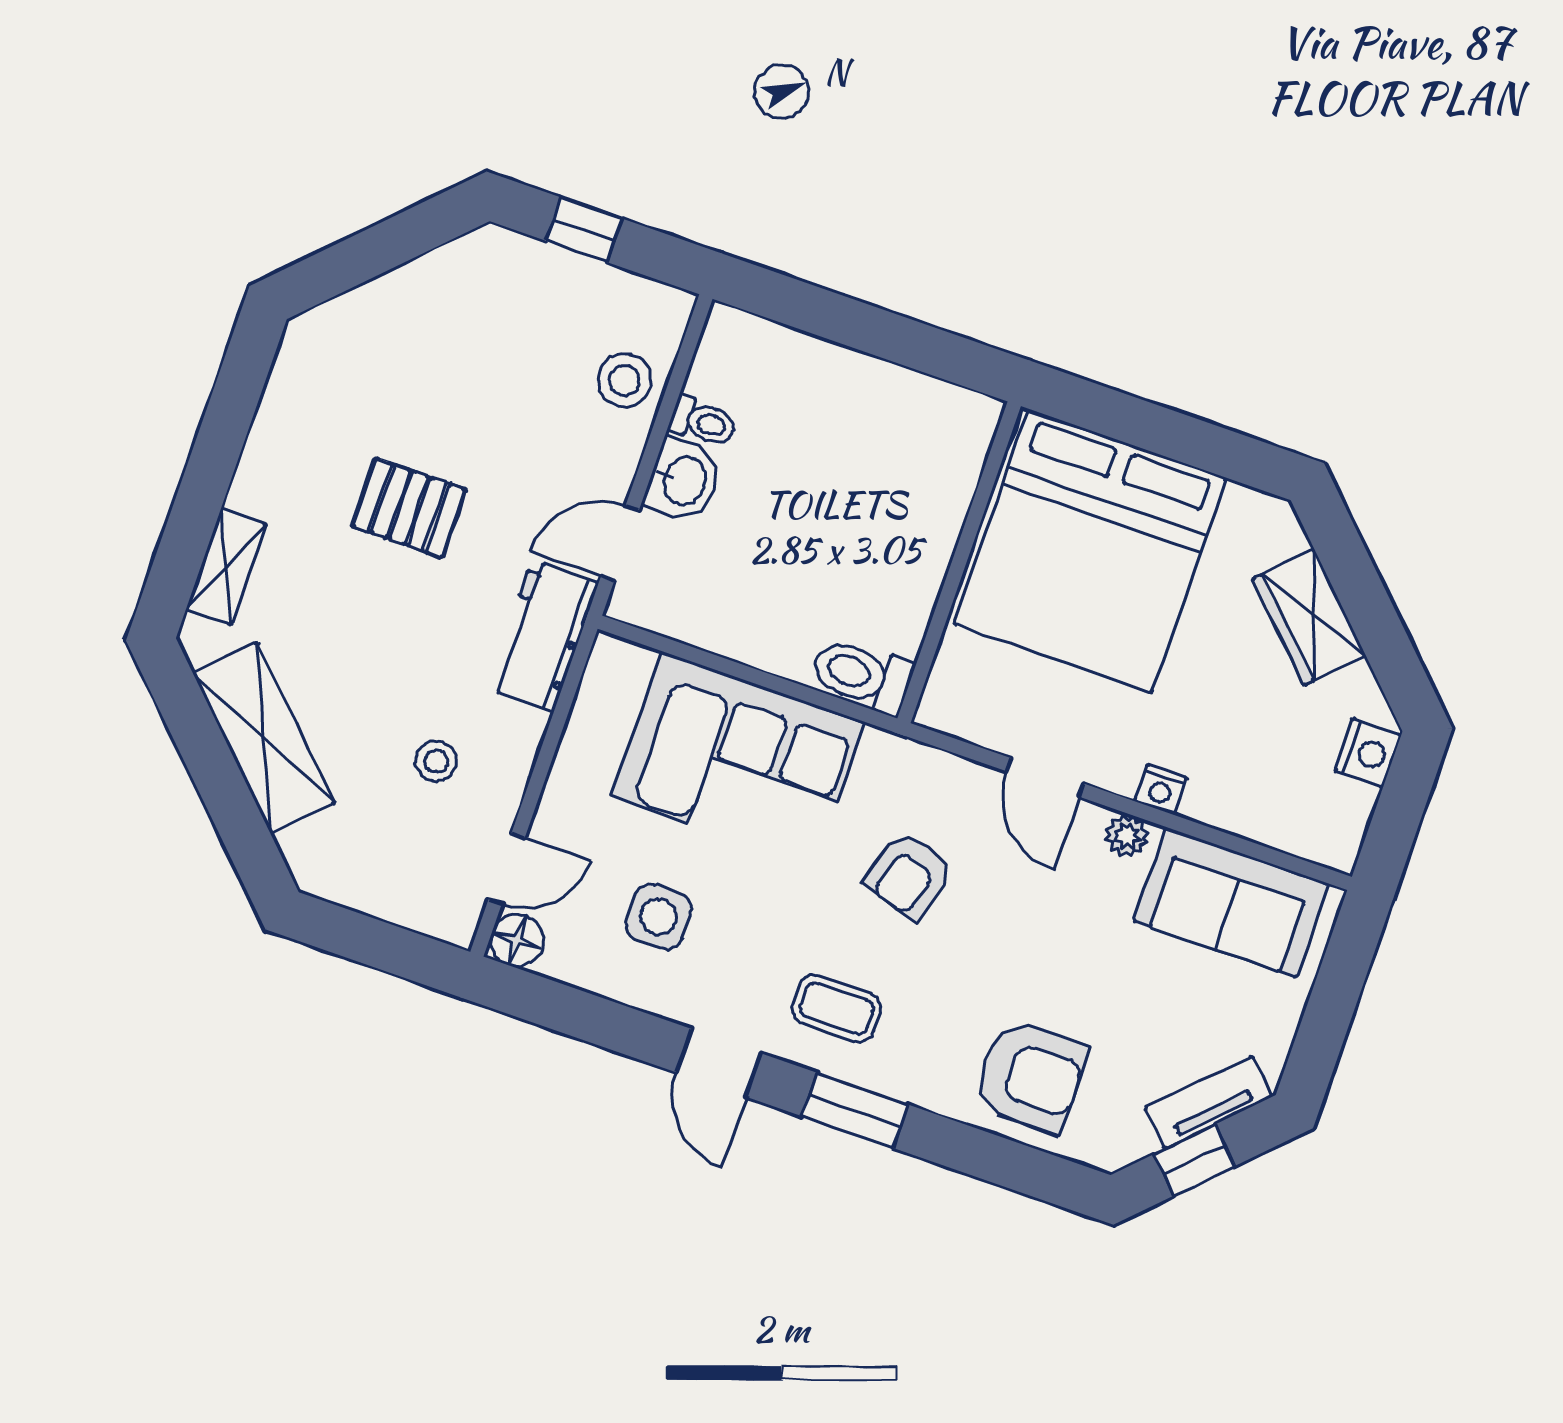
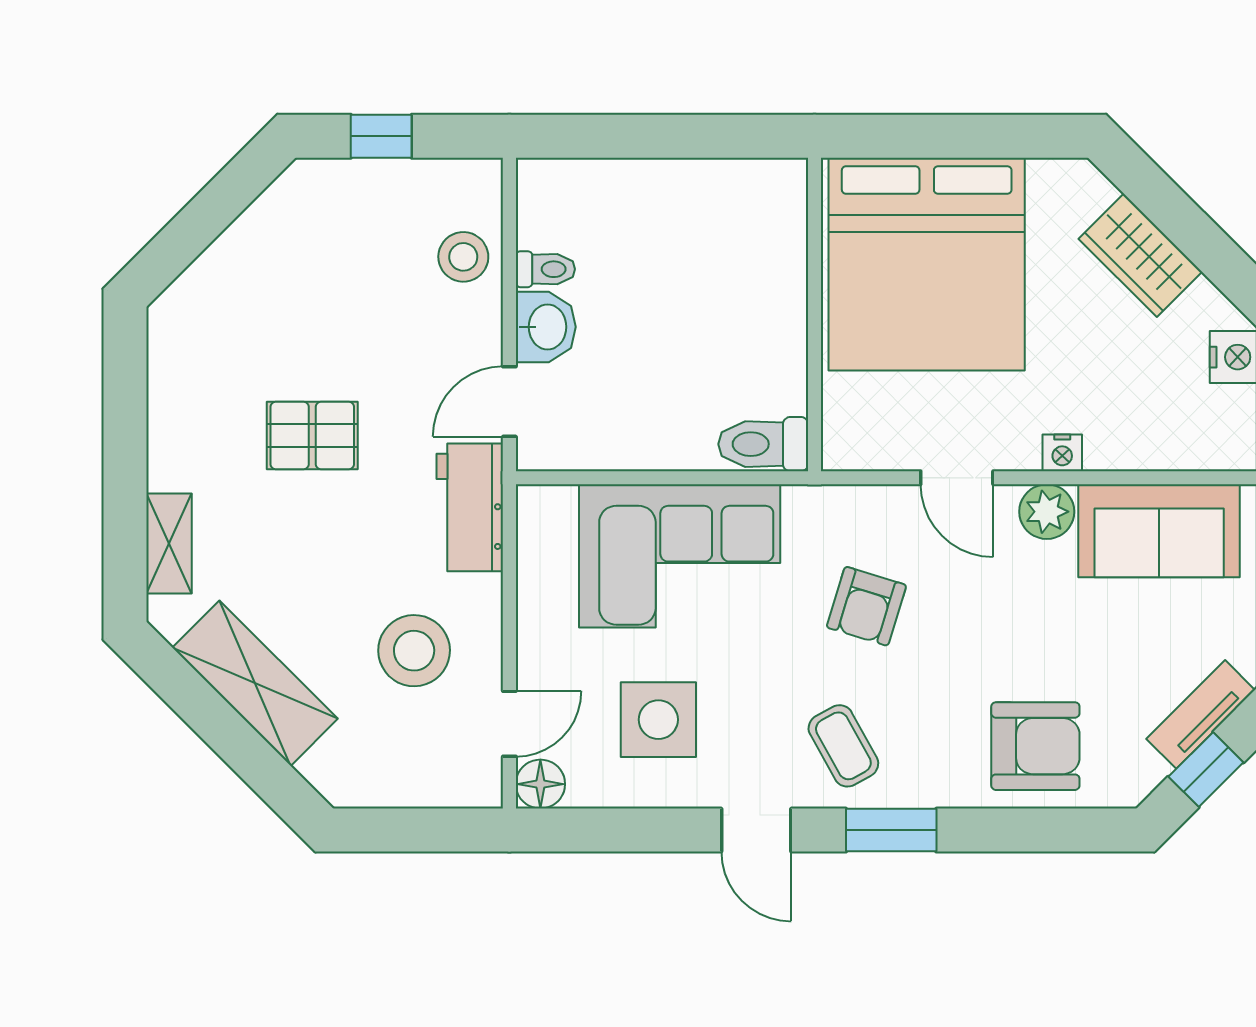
stool: (436, 761) -> (414, 651), width x1.89, depth x1.89
plant: (1127, 836) -> (1047, 512), width x1.38, depth x1.38
side table: (659, 917) -> (658, 720), width x1.37, depth x1.37
coffee table: (836, 1008) -> (843, 746), turned 61

